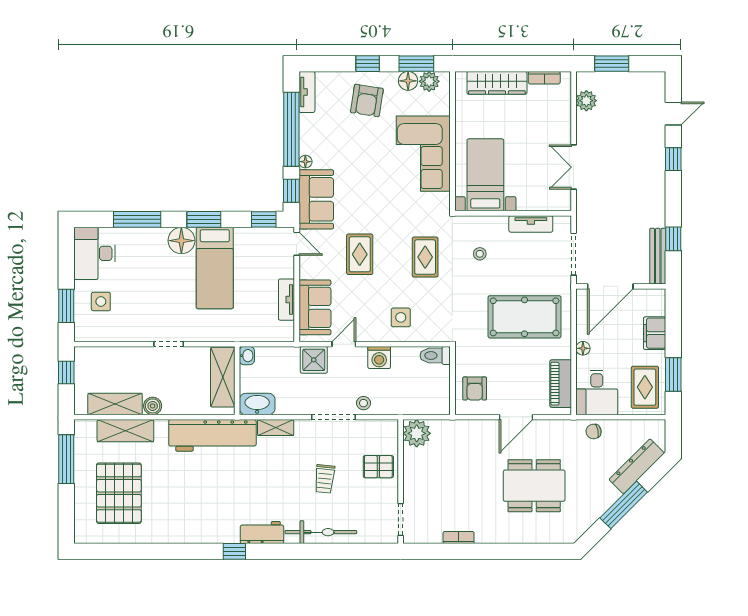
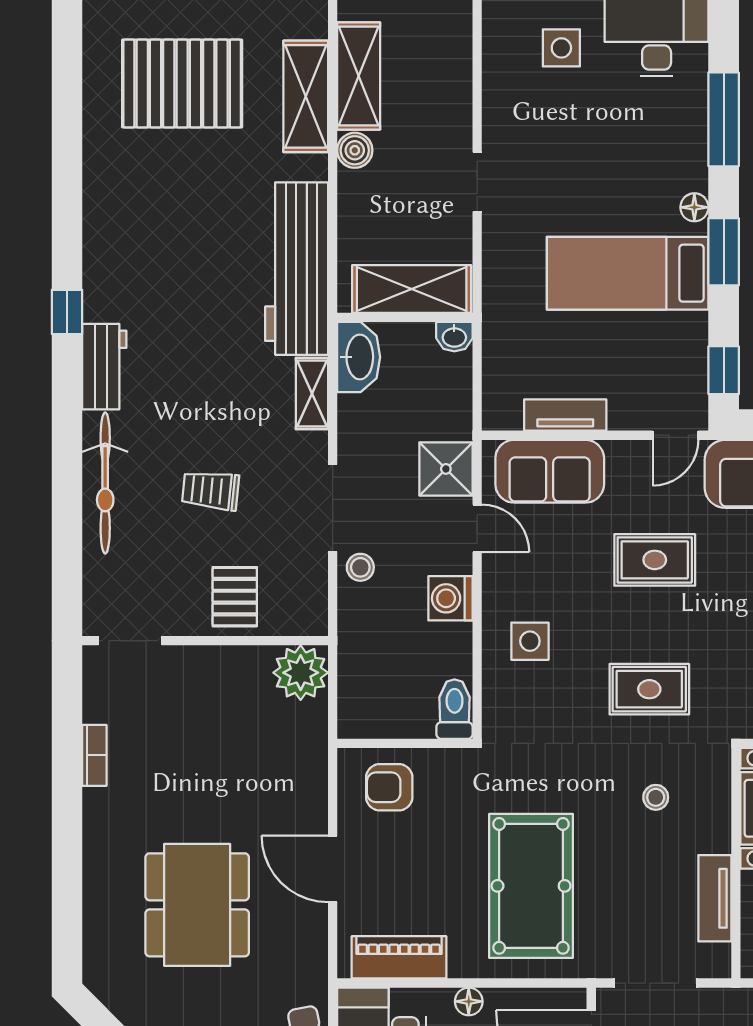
floor lamp: (181, 241) -> (694, 207), width x0.53, depth x0.53

